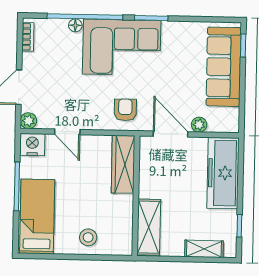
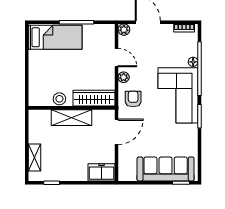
armchair: (125, 110) -> (133, 99), turned -90
plant: (199, 125) -> (124, 77), moved
door: (67, 132) -> (116, 58), swing flipped
nightstand: (32, 144) -> (107, 33), removed
freezer: (223, 173) -> (101, 172), width x0.52, depth x0.79
shelving: (149, 227) -> (71, 118), moved
stool: (88, 237) -> (59, 99), moved

